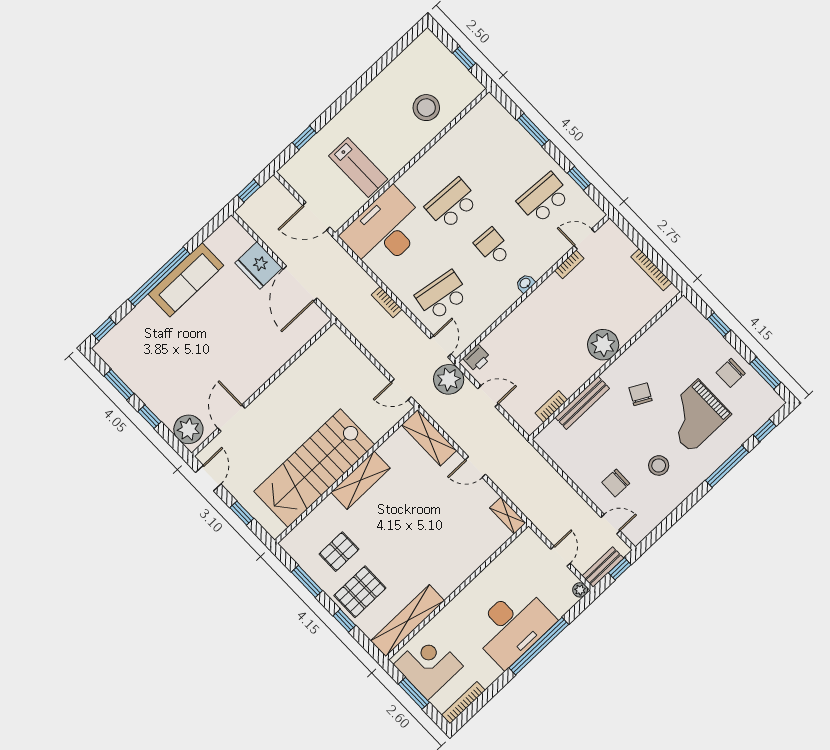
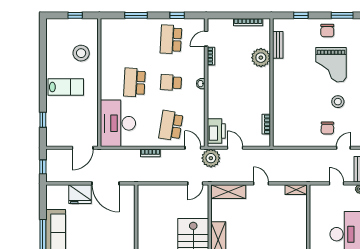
lab bench: (358, 168) -> (66, 87), moved
plant: (603, 345) -> (261, 58), moved
printer: (477, 358) -> (216, 131), width x1.87, depth x1.48
chair: (641, 394) -> (299, 79), removed
door: (488, 396) -> (235, 148), hinge flipped
bench: (582, 403) -> (278, 45), moved, width x0.73
door: (475, 467) -> (261, 183), swing flipped

